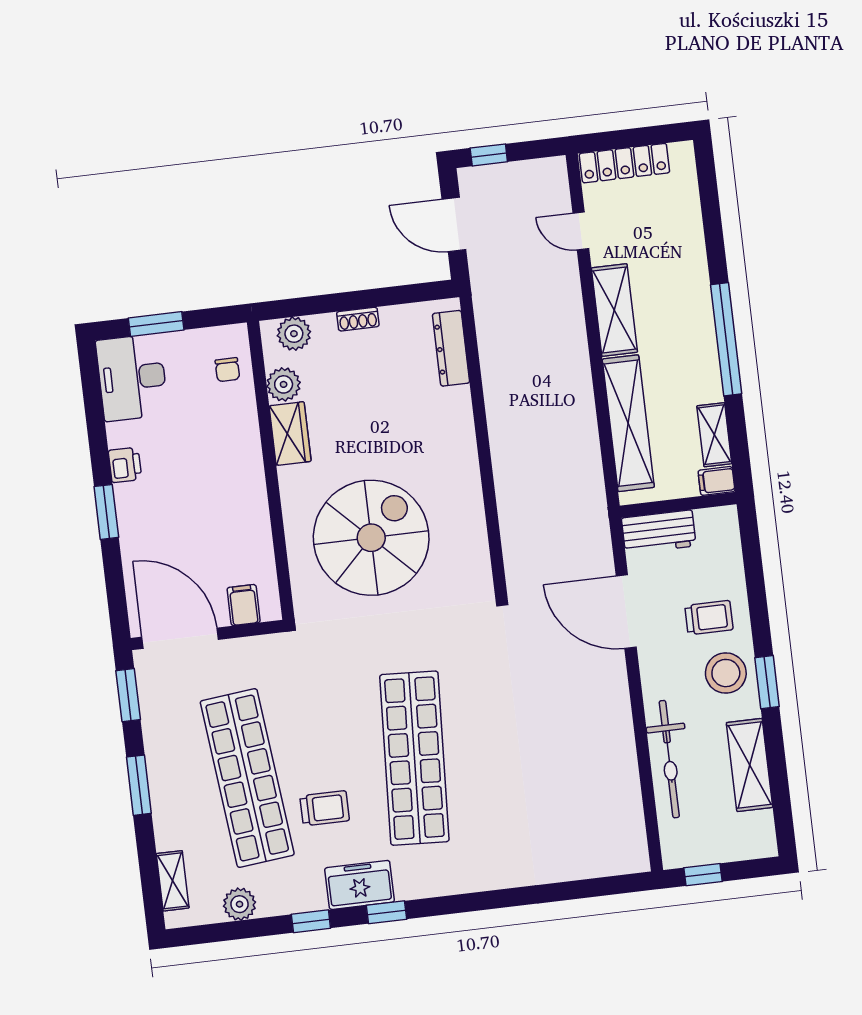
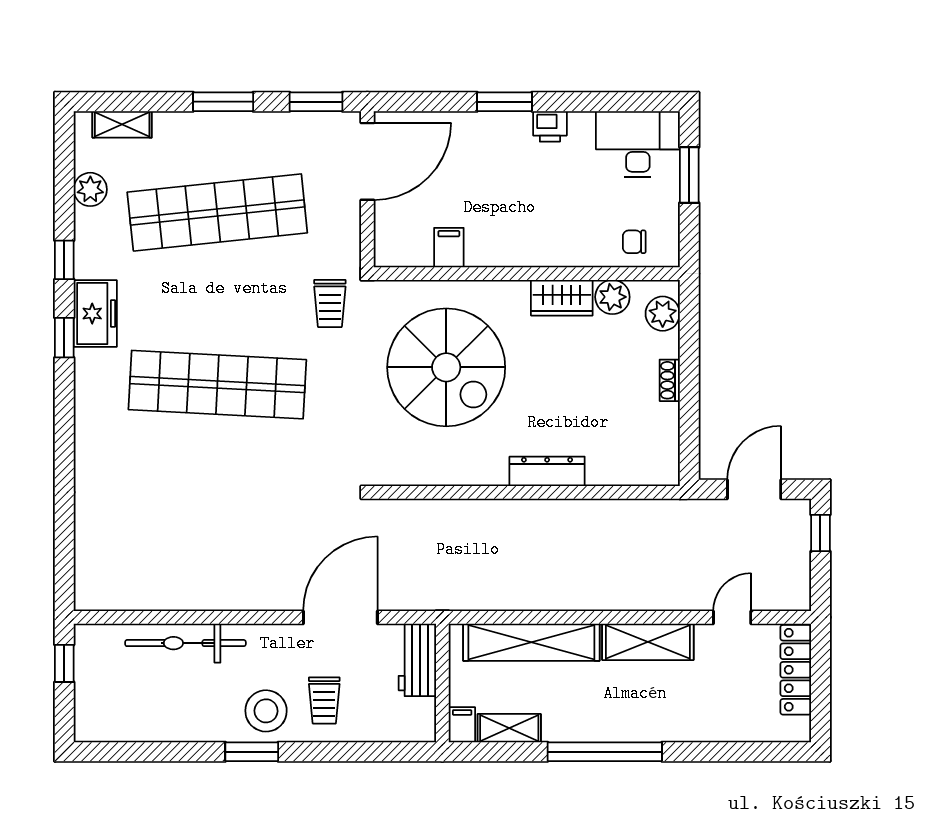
dresser: (451, 348) -> (547, 471), moved
filing cabinet: (244, 605) -> (449, 248), moved, turned -90
shelving: (750, 765) -> (170, 724), removed
trolley: (325, 808) -> (330, 303), moved

